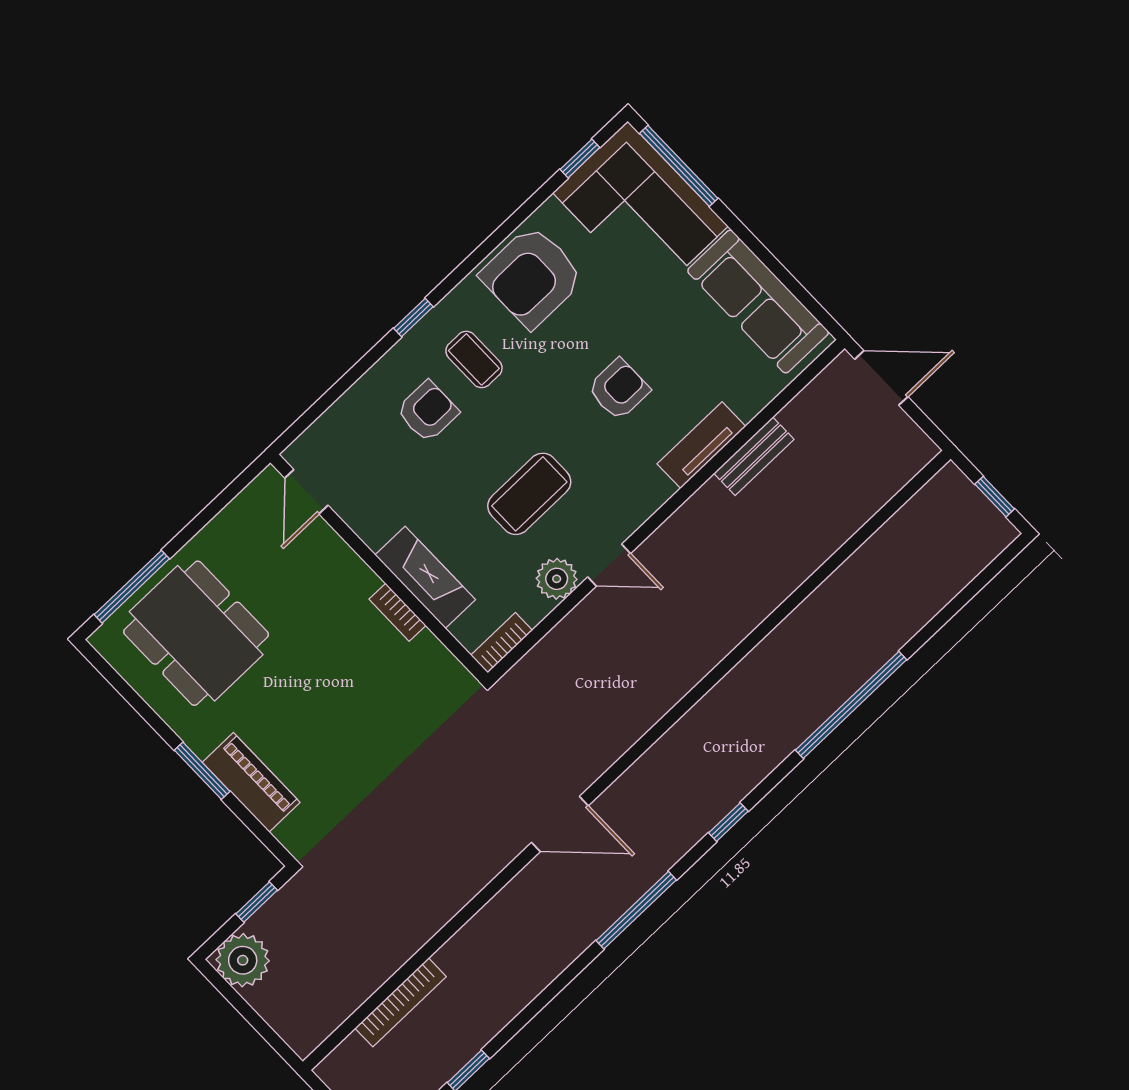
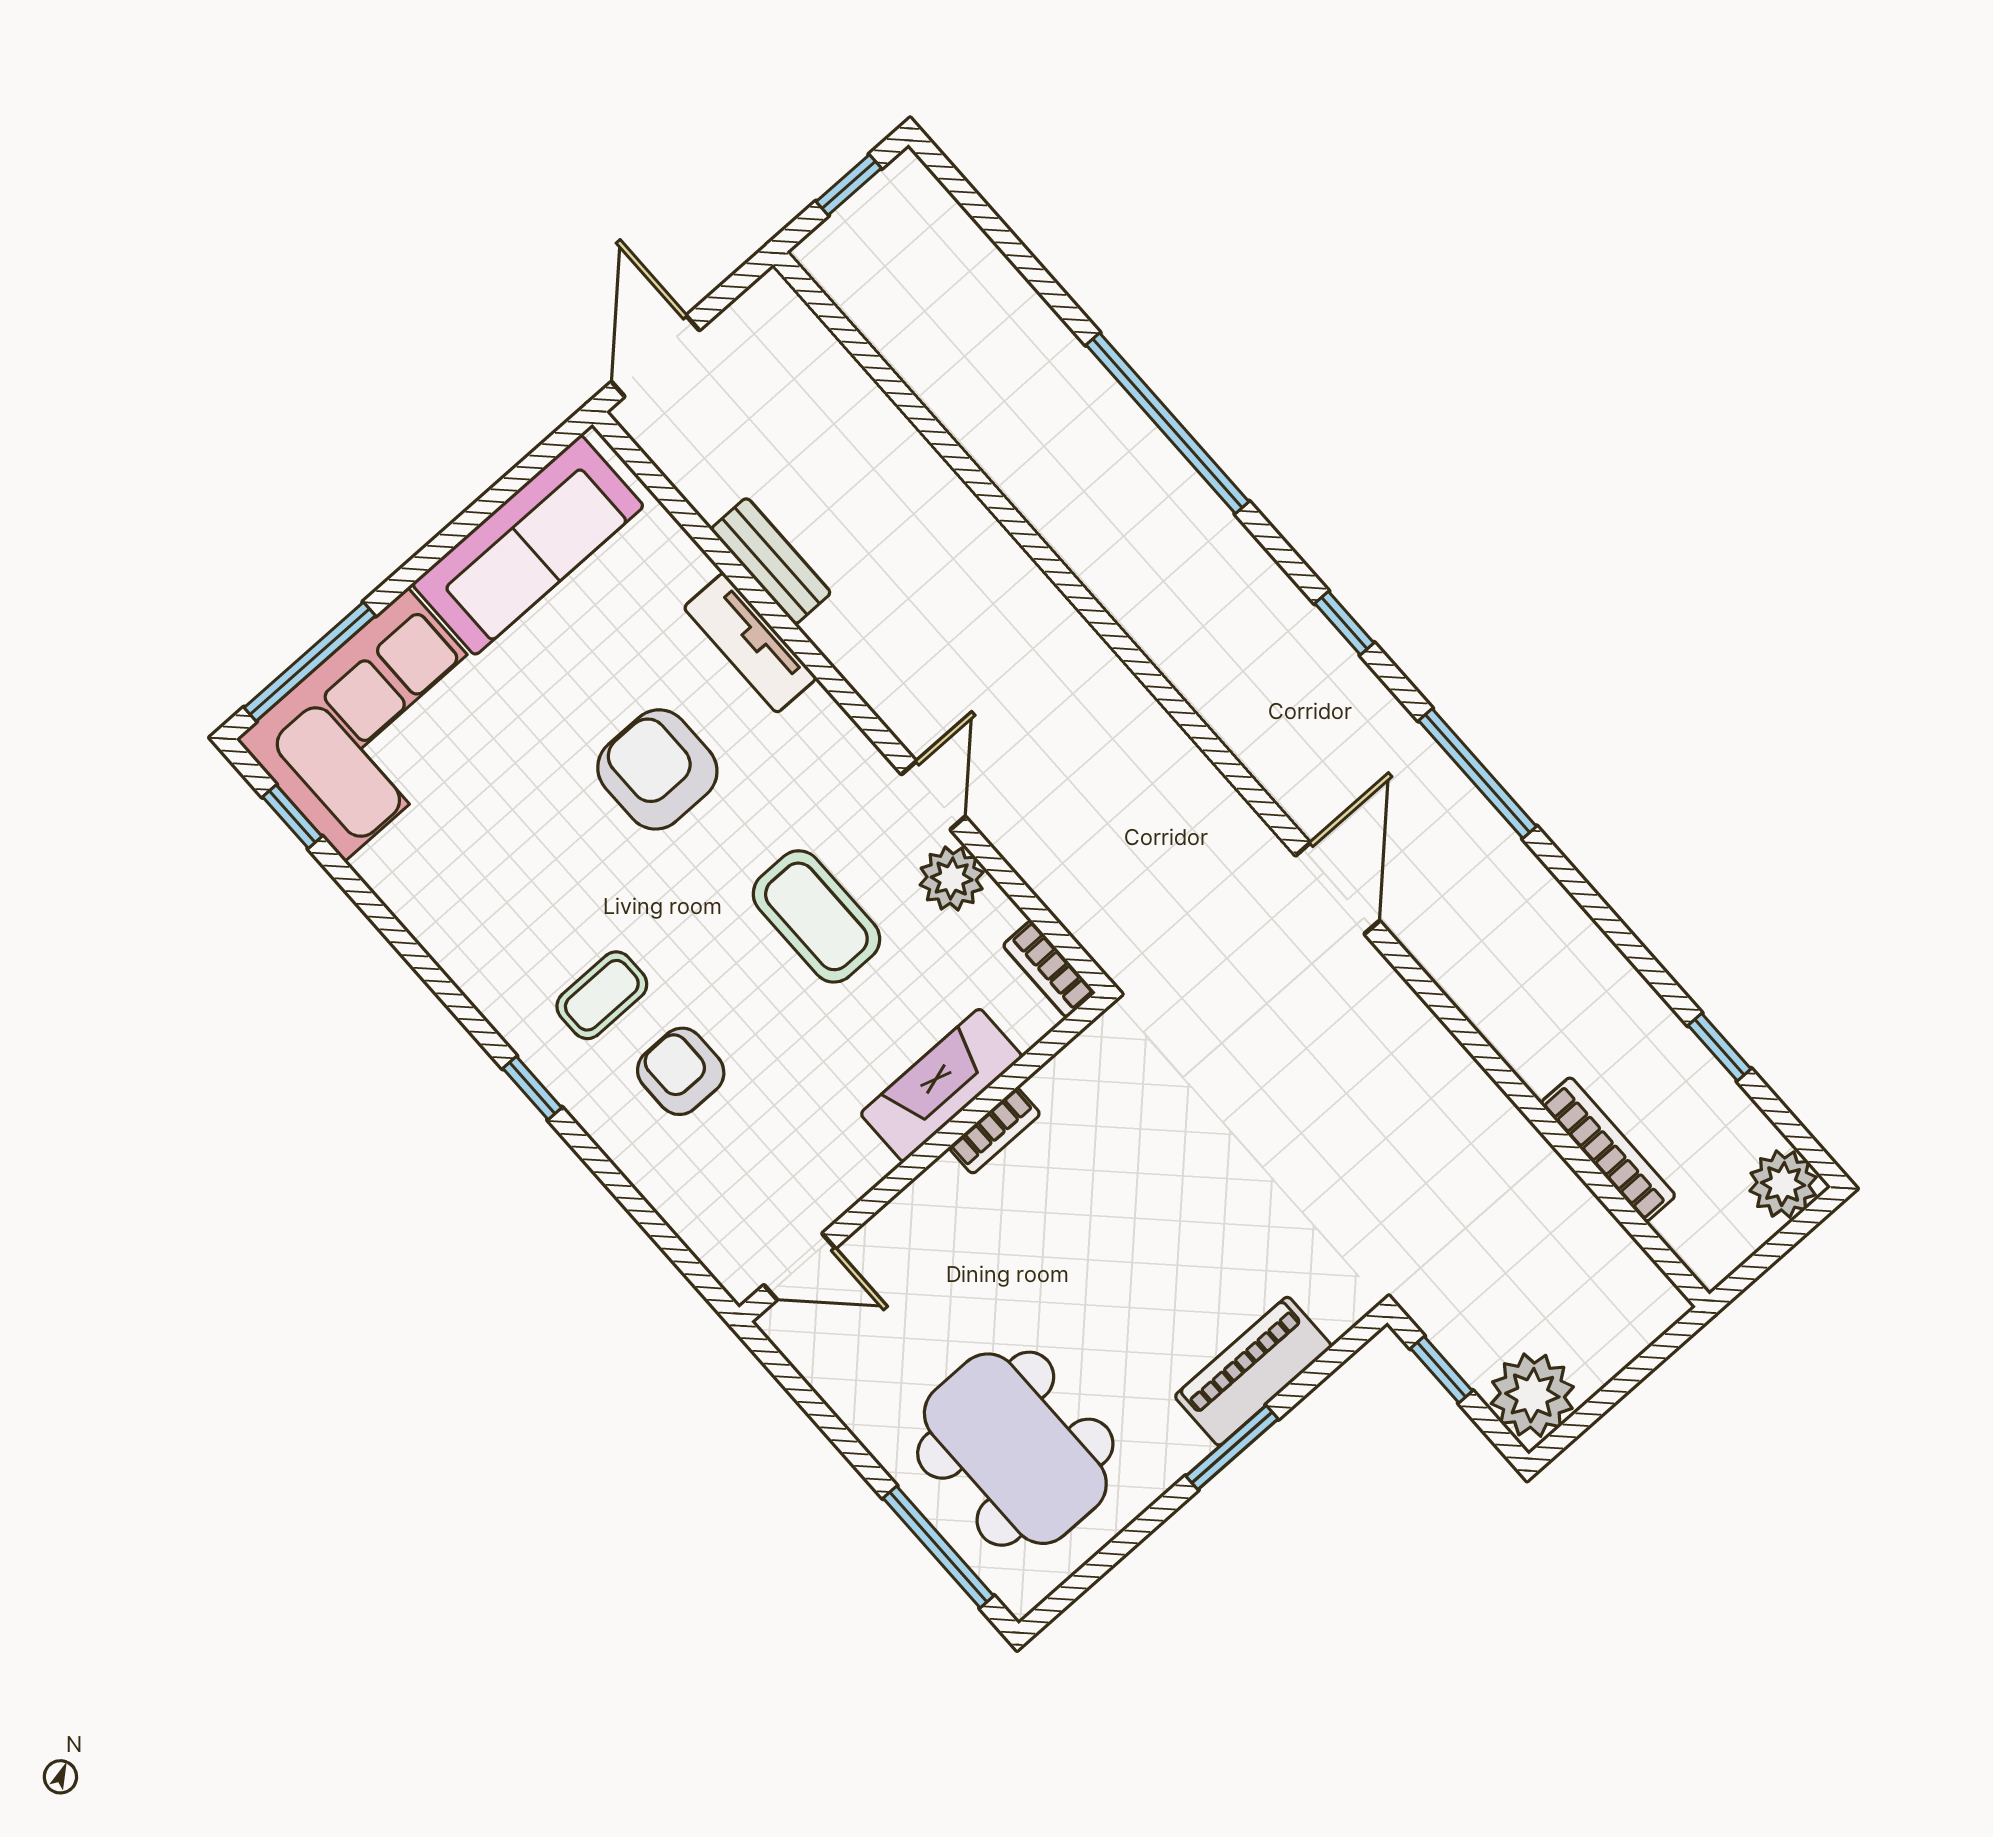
armchair: (532, 277) -> (475, 899), removed
armchair: (619, 389) -> (657, 769), width x1.38, depth x1.38
dining table: (196, 633) -> (1015, 1449), turned 90

